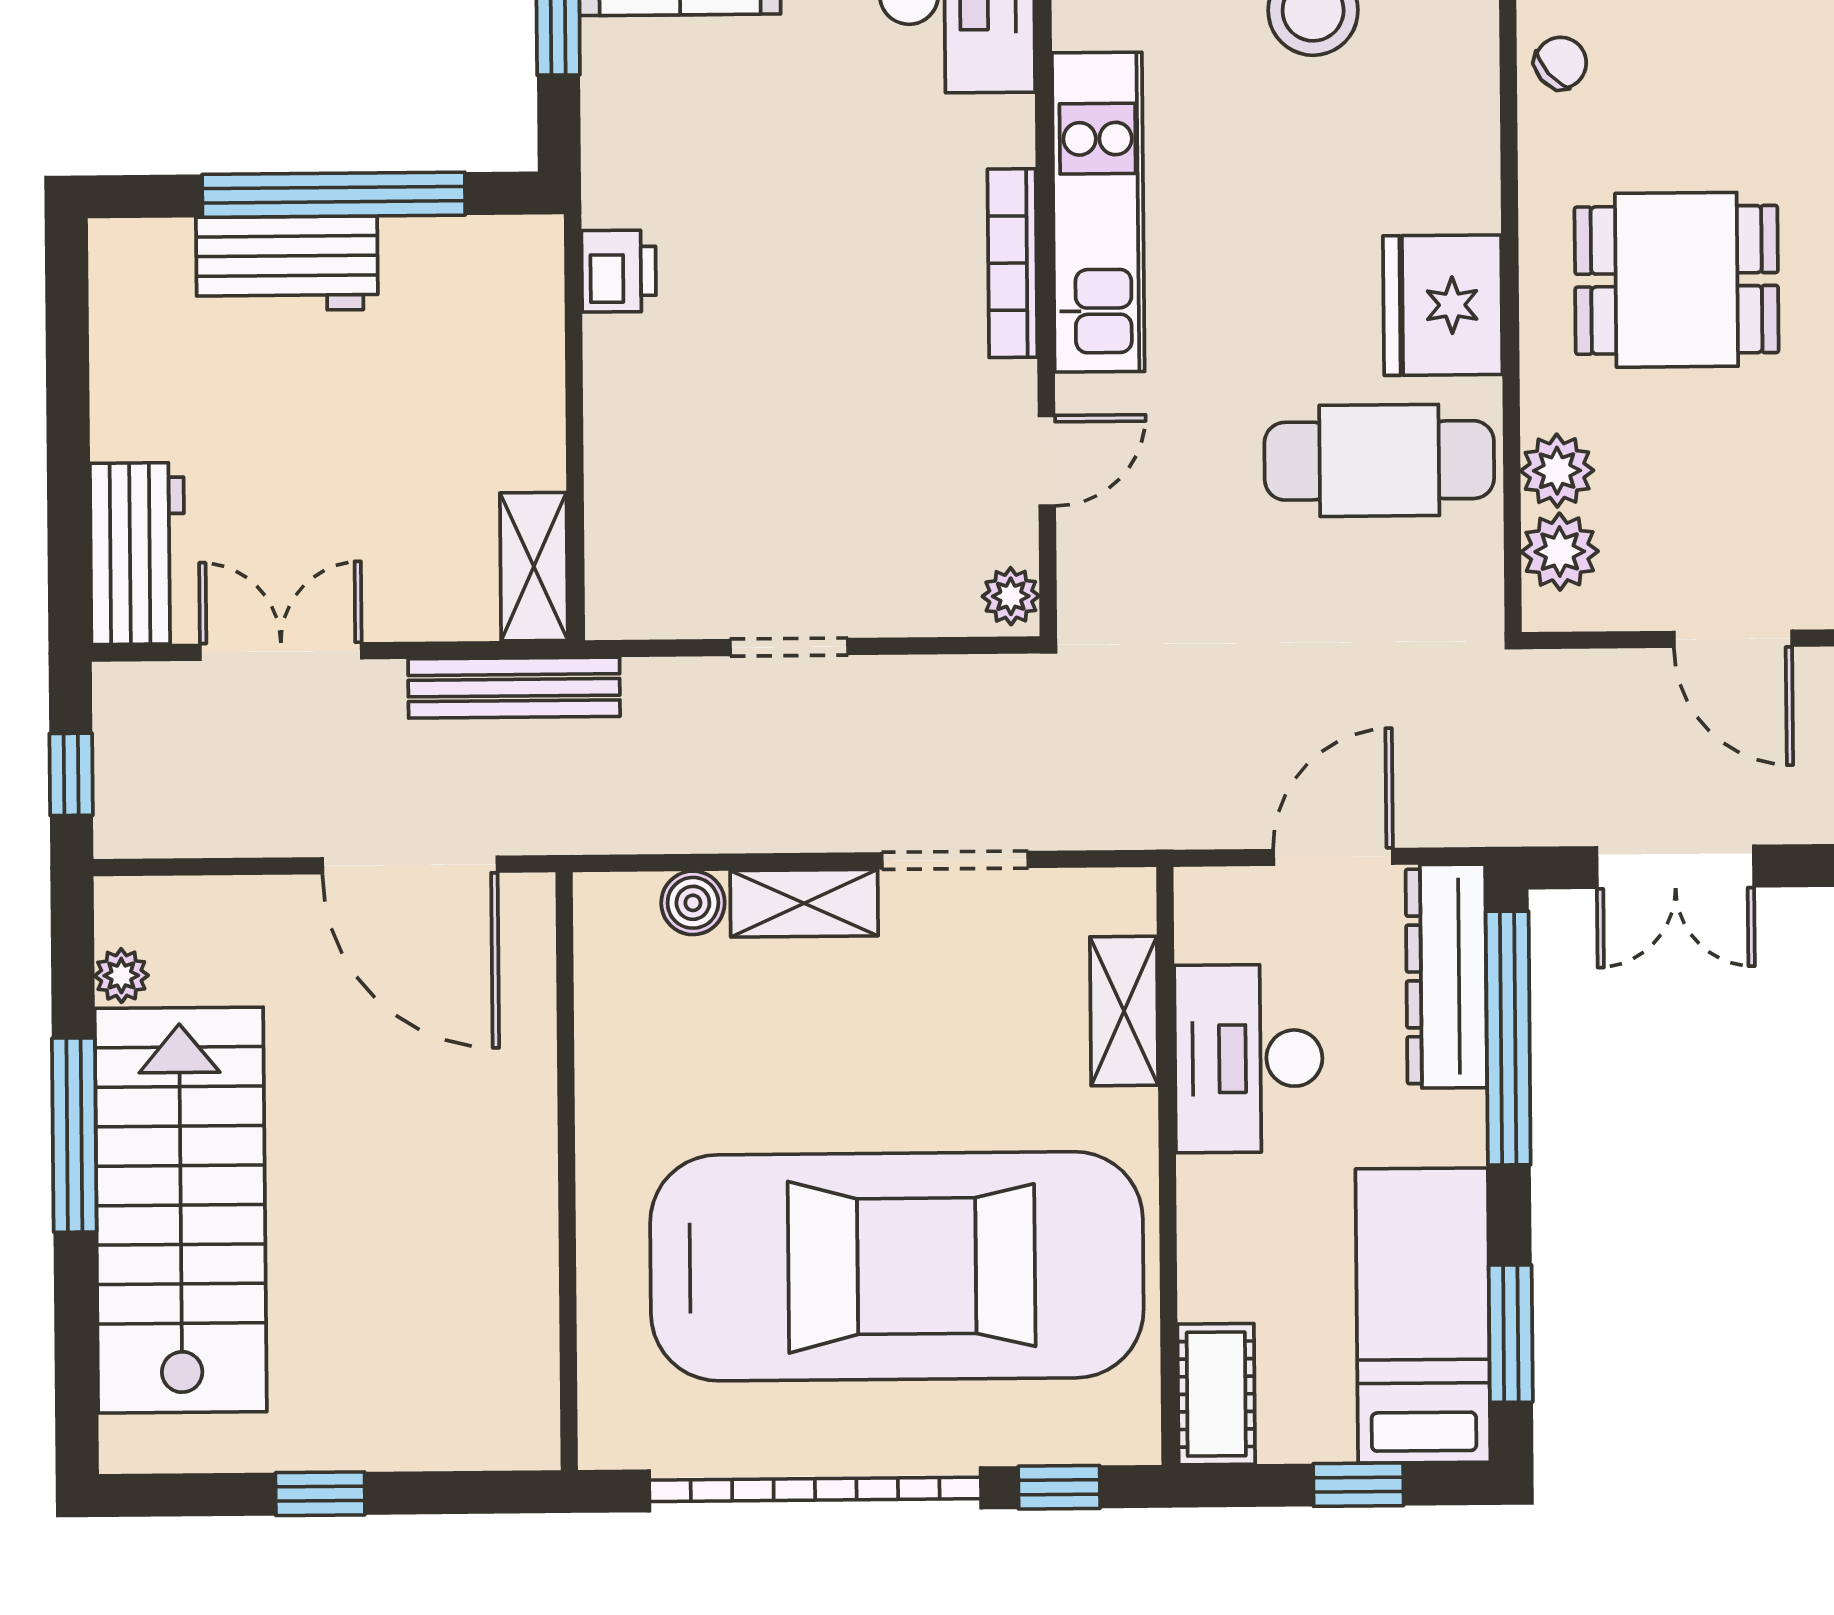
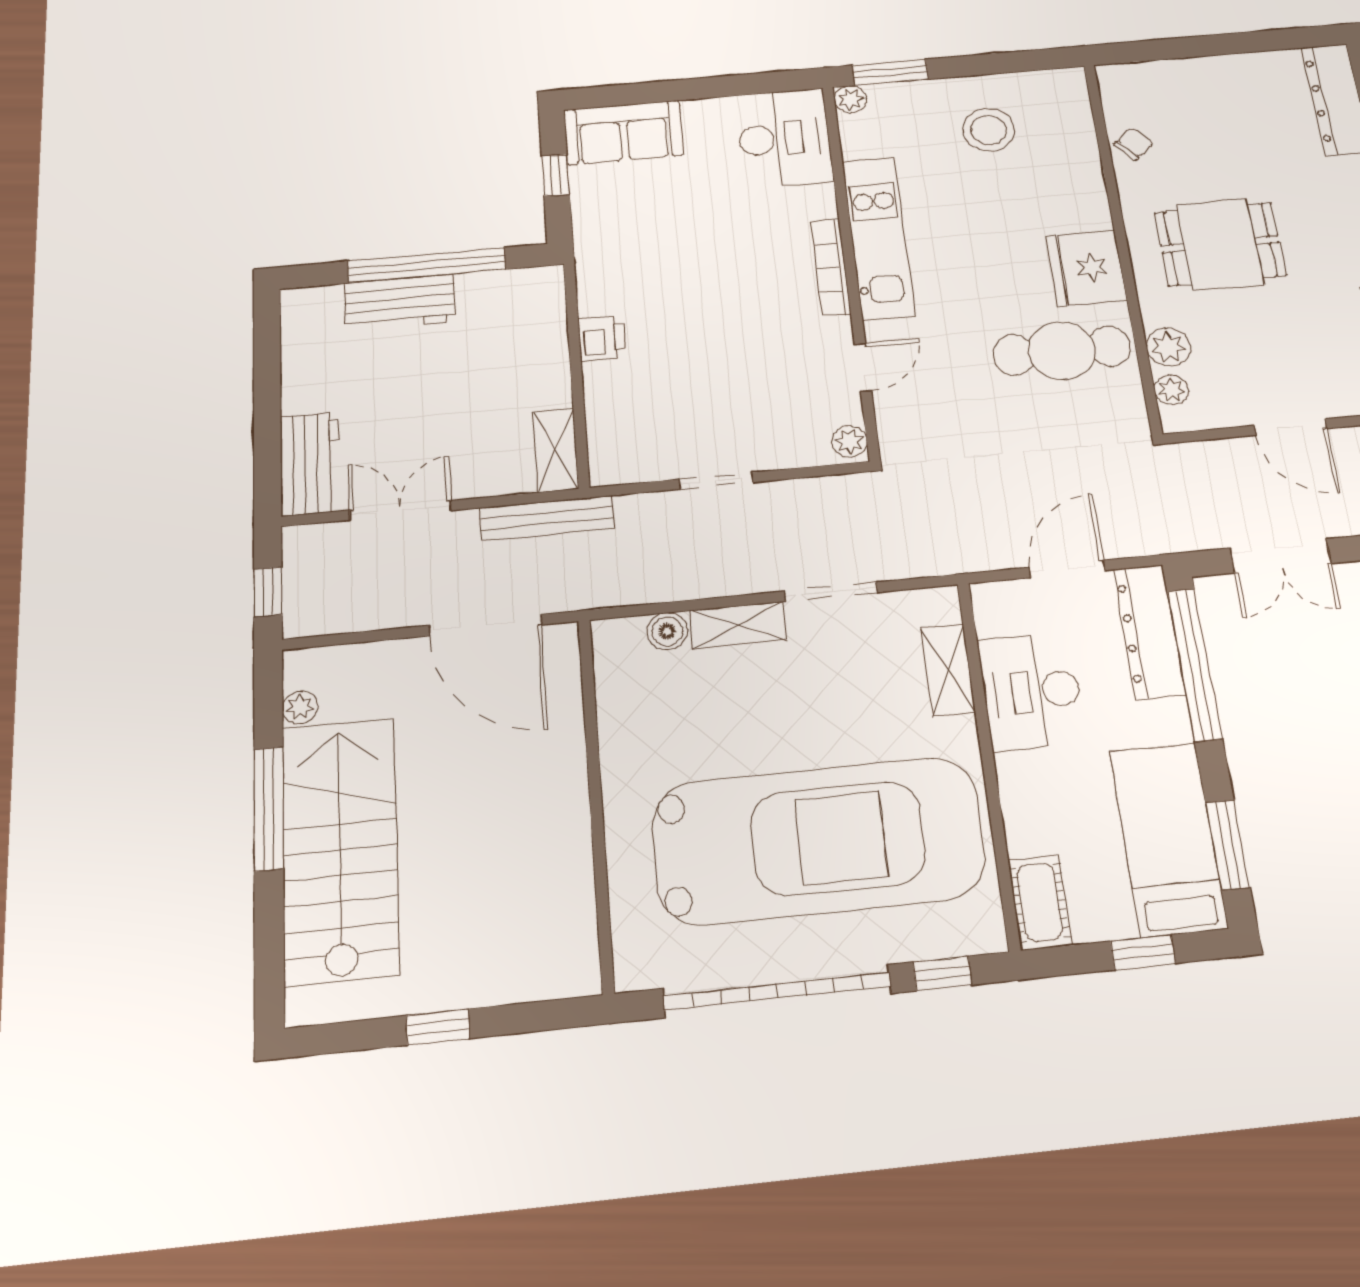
printer: (619, 271) -> (602, 338), moved
plant: (1560, 552) -> (1171, 390), width x0.73, depth x0.73

